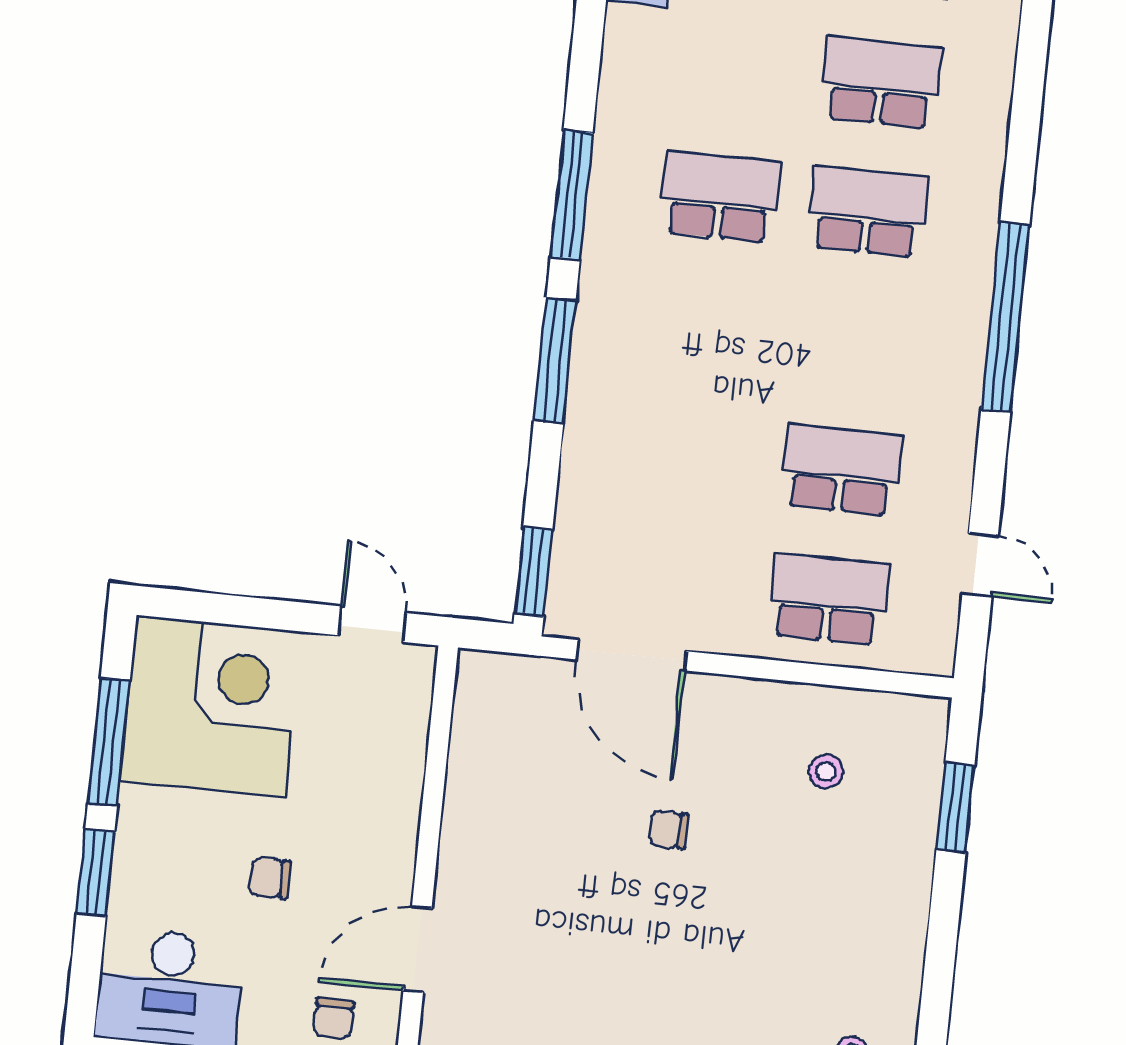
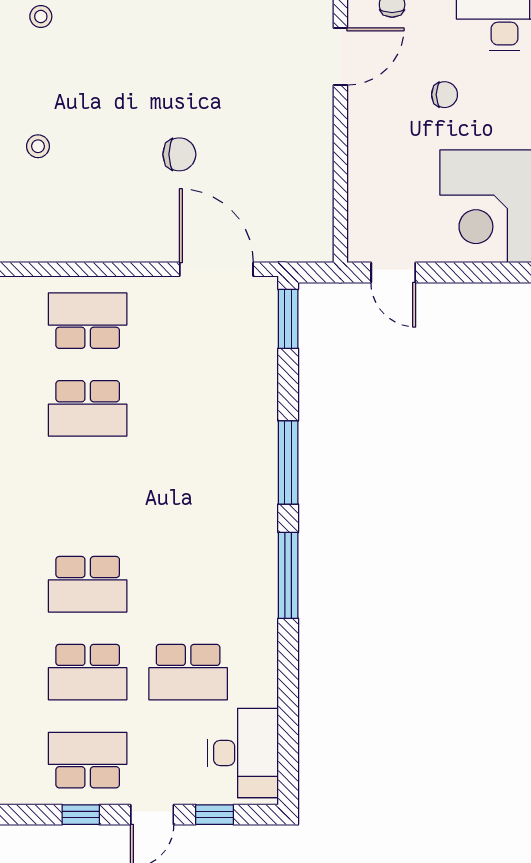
school desk: (720, 197) -> (188, 672), moved
school desk: (828, 599) -> (88, 321), turned 180
stool: (826, 771) -> (38, 146), moved
chair: (669, 830) -> (179, 154), width x1.37, depth x1.37

